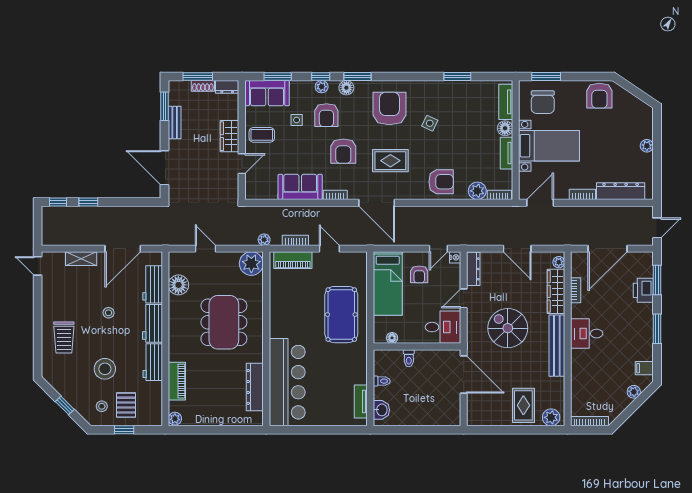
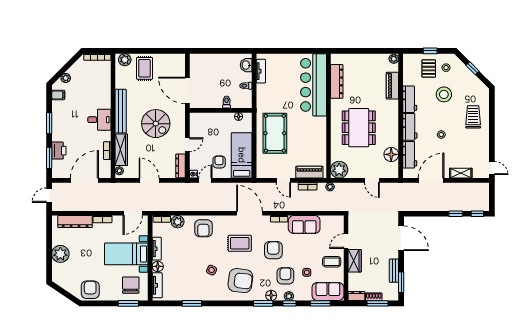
armchair: (389, 108) -> (240, 281), turned -83
plant: (647, 146) -> (60, 254), width x1.87, depth x1.87
armchair: (441, 182) -> (203, 228), turned -90
desk: (443, 327) -> (202, 124), removed

